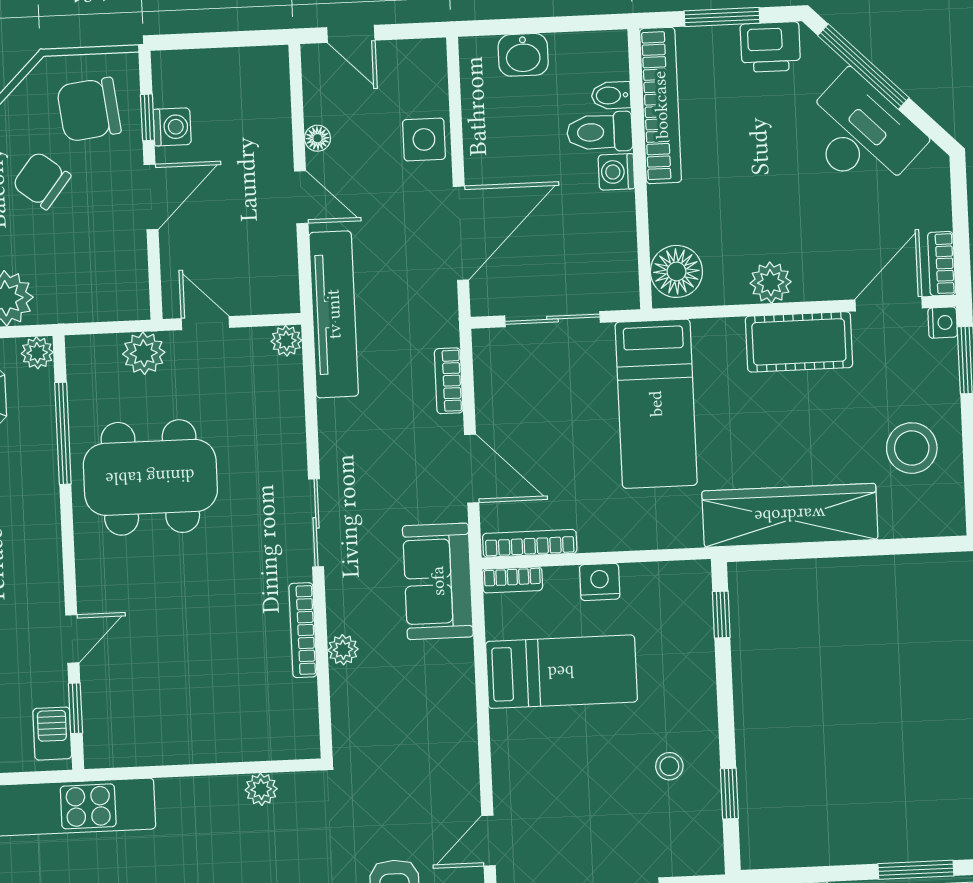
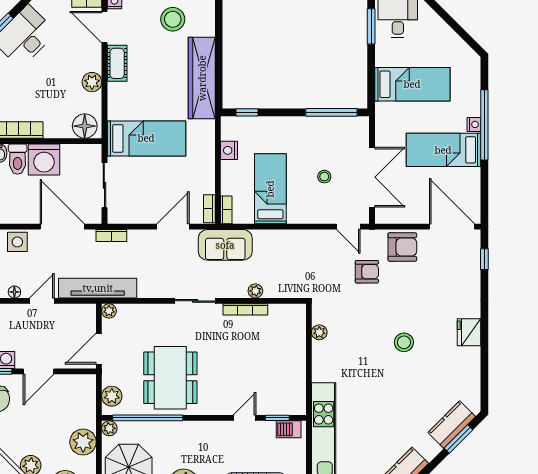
washing machine: (616, 172) -> (44, 160), width x1.89, depth x1.89
chair: (42, 180) -> (28, 423), removed
door: (151, 197) -> (39, 371), swing flipped
door: (205, 323) -> (99, 349), width x1.38
cot: (799, 342) -> (117, 63), width x0.73, depth x0.75
plant: (144, 353) -> (112, 396), moved
bookcase: (449, 381) -> (111, 235), moved
window: (63, 433) -> (148, 418), width x1.46
bookcase: (530, 543) -> (209, 209), width x0.64
nightstand: (600, 582) -> (229, 150), moved
door: (72, 639) -> (245, 418), hinge flipped
stool: (669, 766) -> (324, 177), moved
window: (729, 794) -> (331, 112), width x2.17

